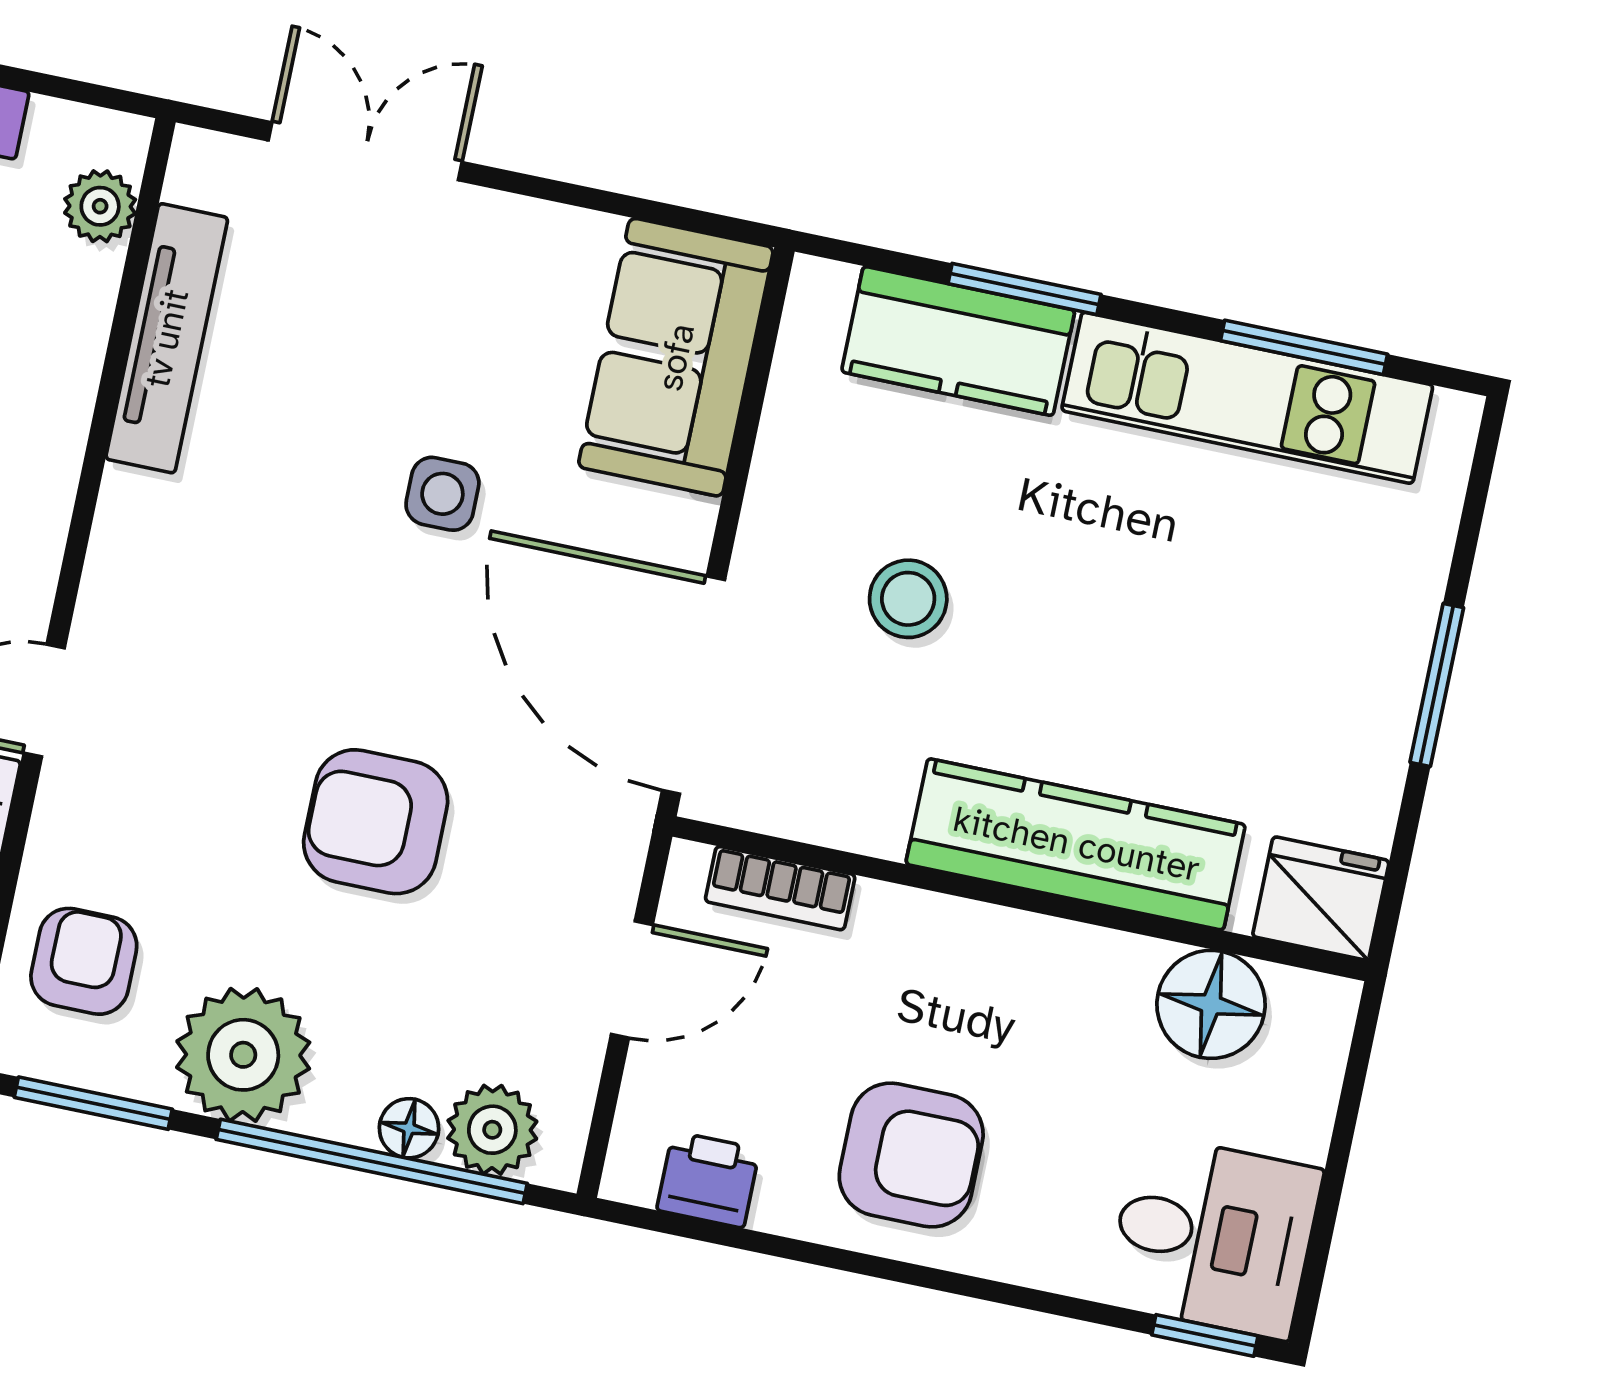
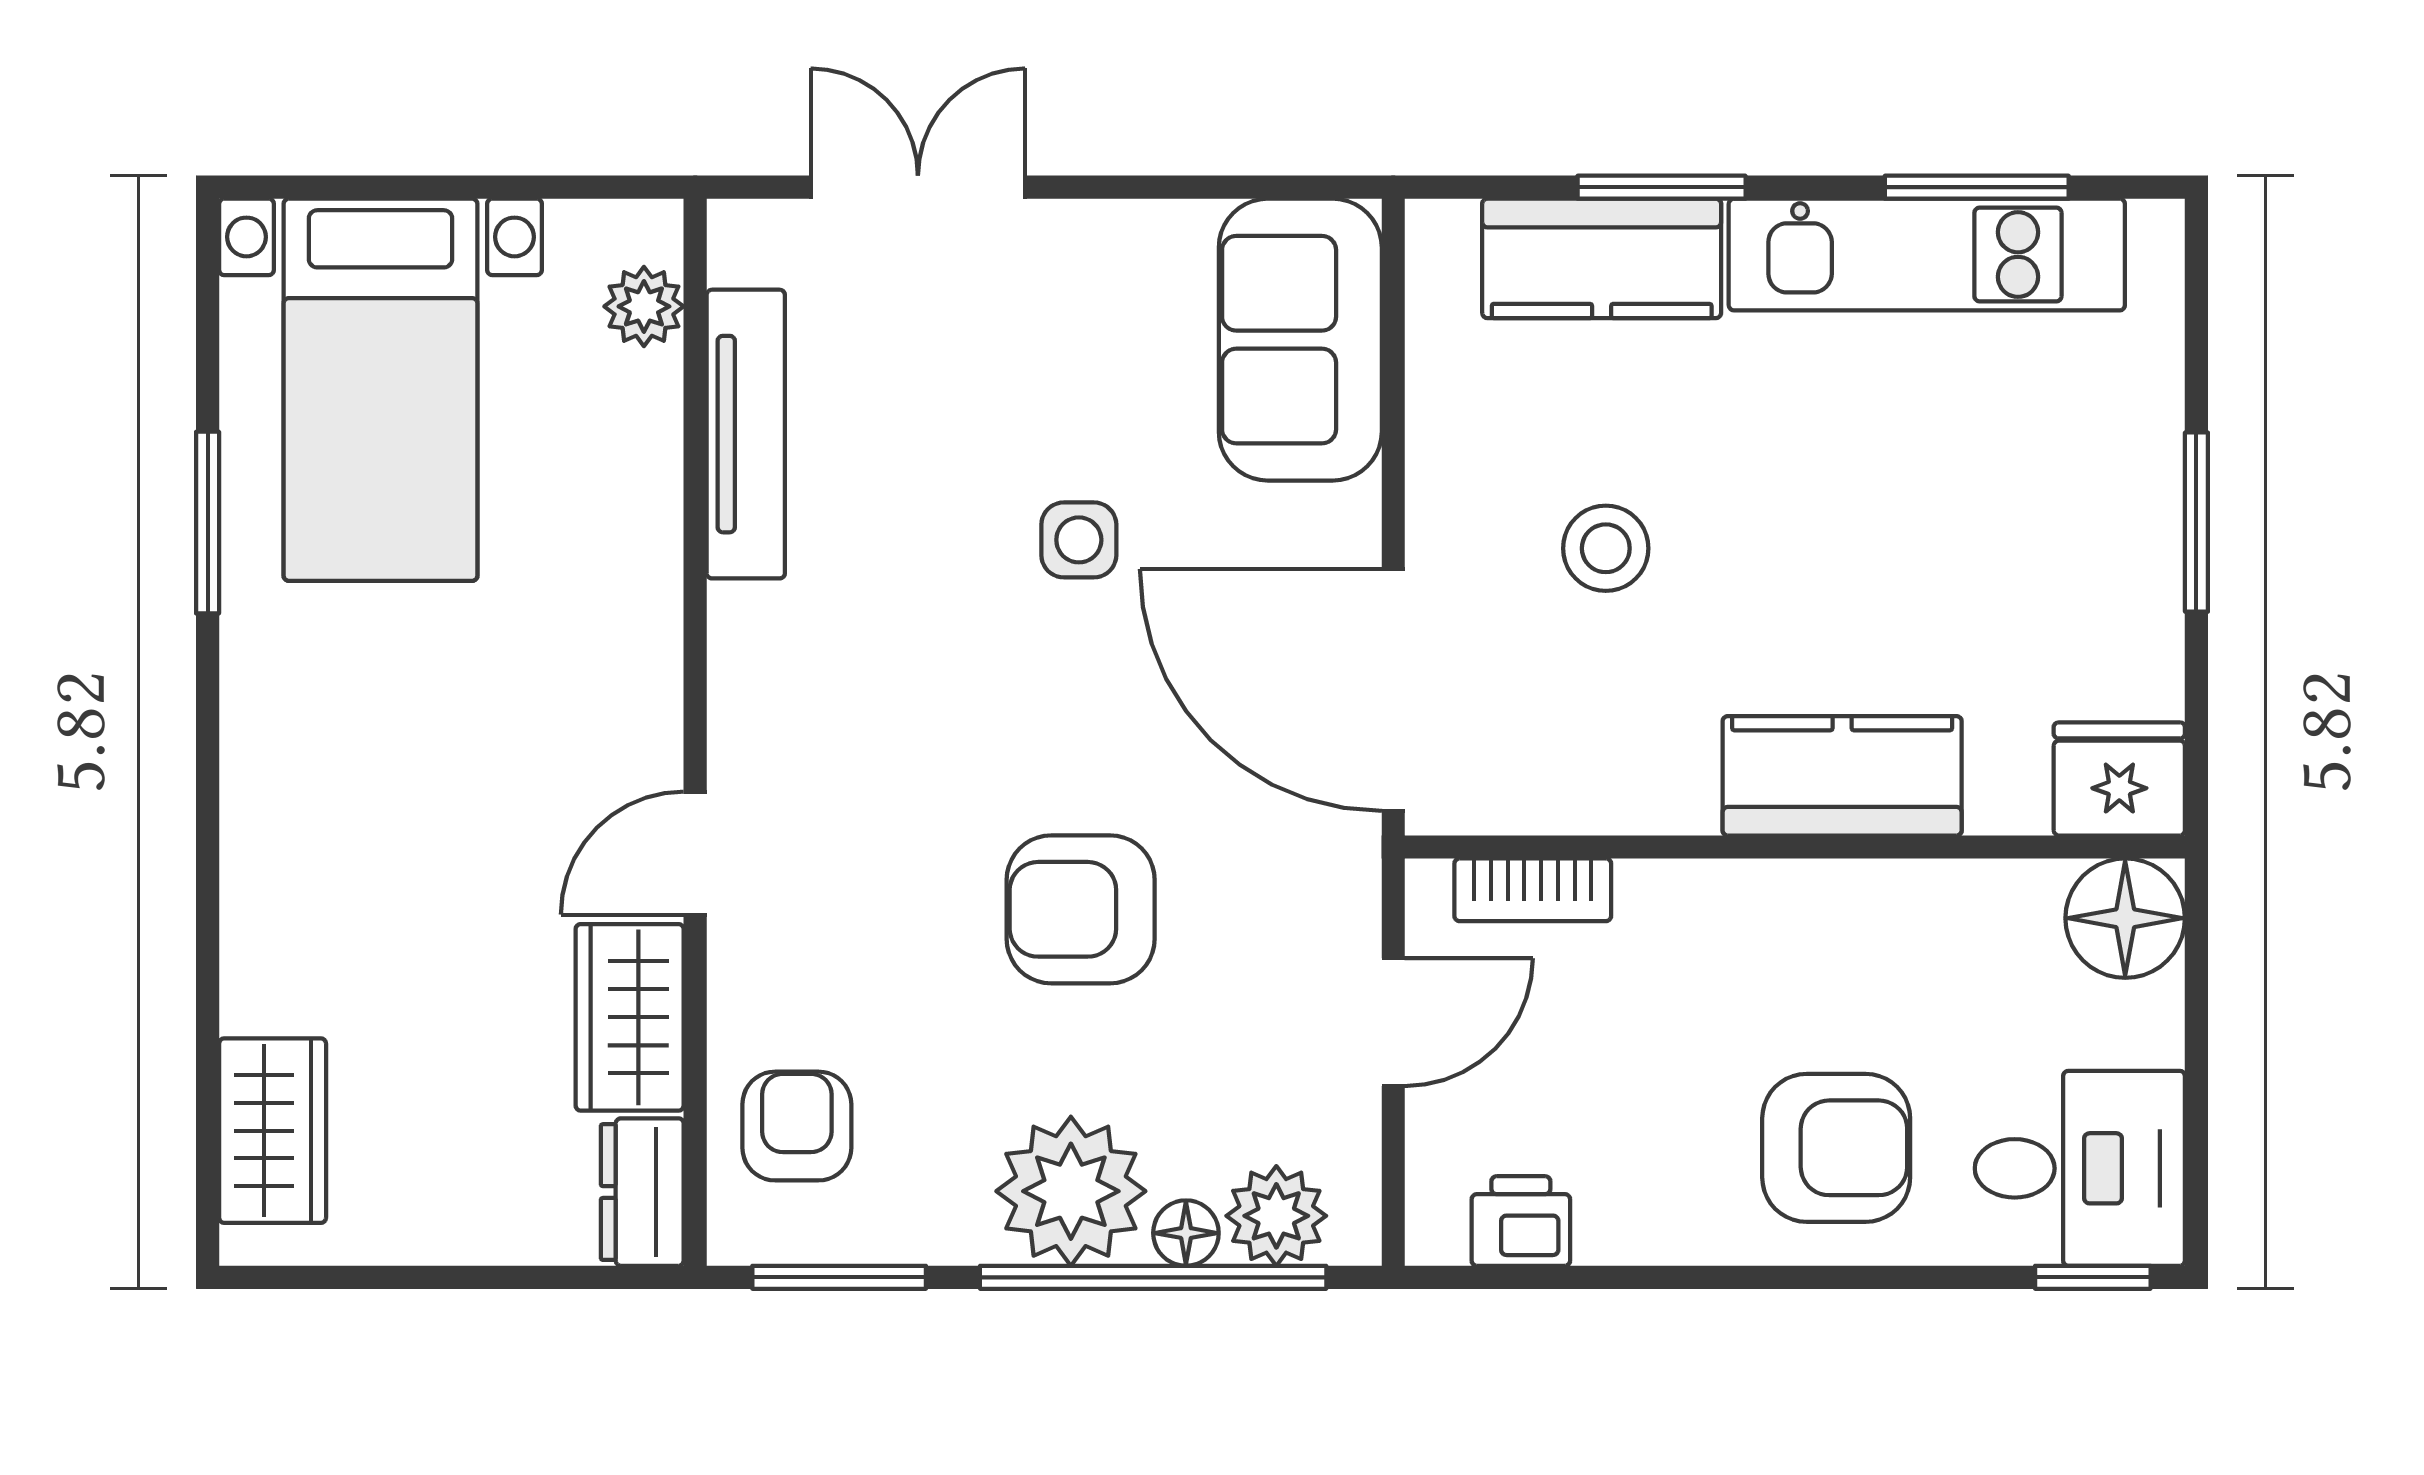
kitchen counter: (1076, 844) -> (1842, 776), width x0.67
floor lamp: (1211, 1004) -> (2125, 918), moved
plant: (243, 1055) -> (1071, 1191), moved
armchair: (911, 1155) -> (1836, 1148), moved

